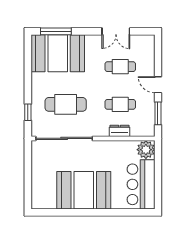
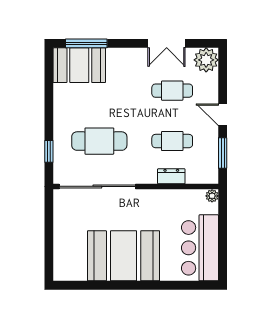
plant: (146, 44) -> (206, 60), added
booth: (58, 53) -> (79, 65), width x0.73, depth x0.70
plant: (146, 150) -> (212, 196), width x0.53, depth x0.53

